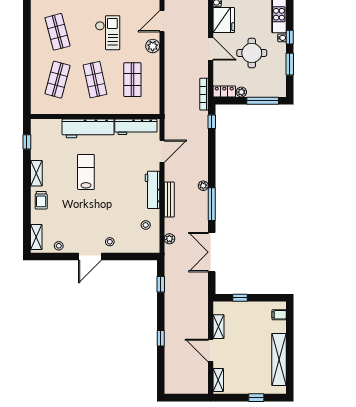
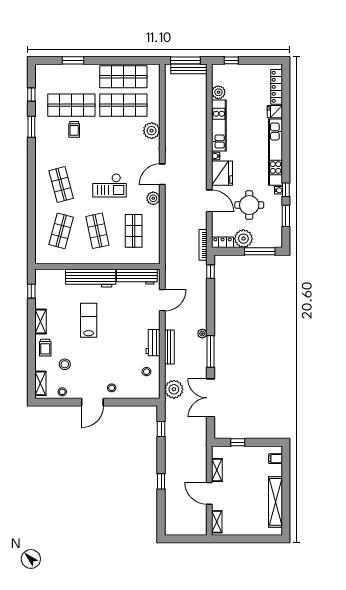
checkout: (108, 33) -> (110, 185), turned 90
plant: (241, 92) -> (243, 239), width x1.87, depth x1.87
workbench: (152, 190) -> (153, 343), width x0.73
stool: (61, 217) -> (65, 364), added
plant: (169, 239) -> (174, 389), width x1.88, depth x1.88
window: (256, 398) -> (254, 539), removed

